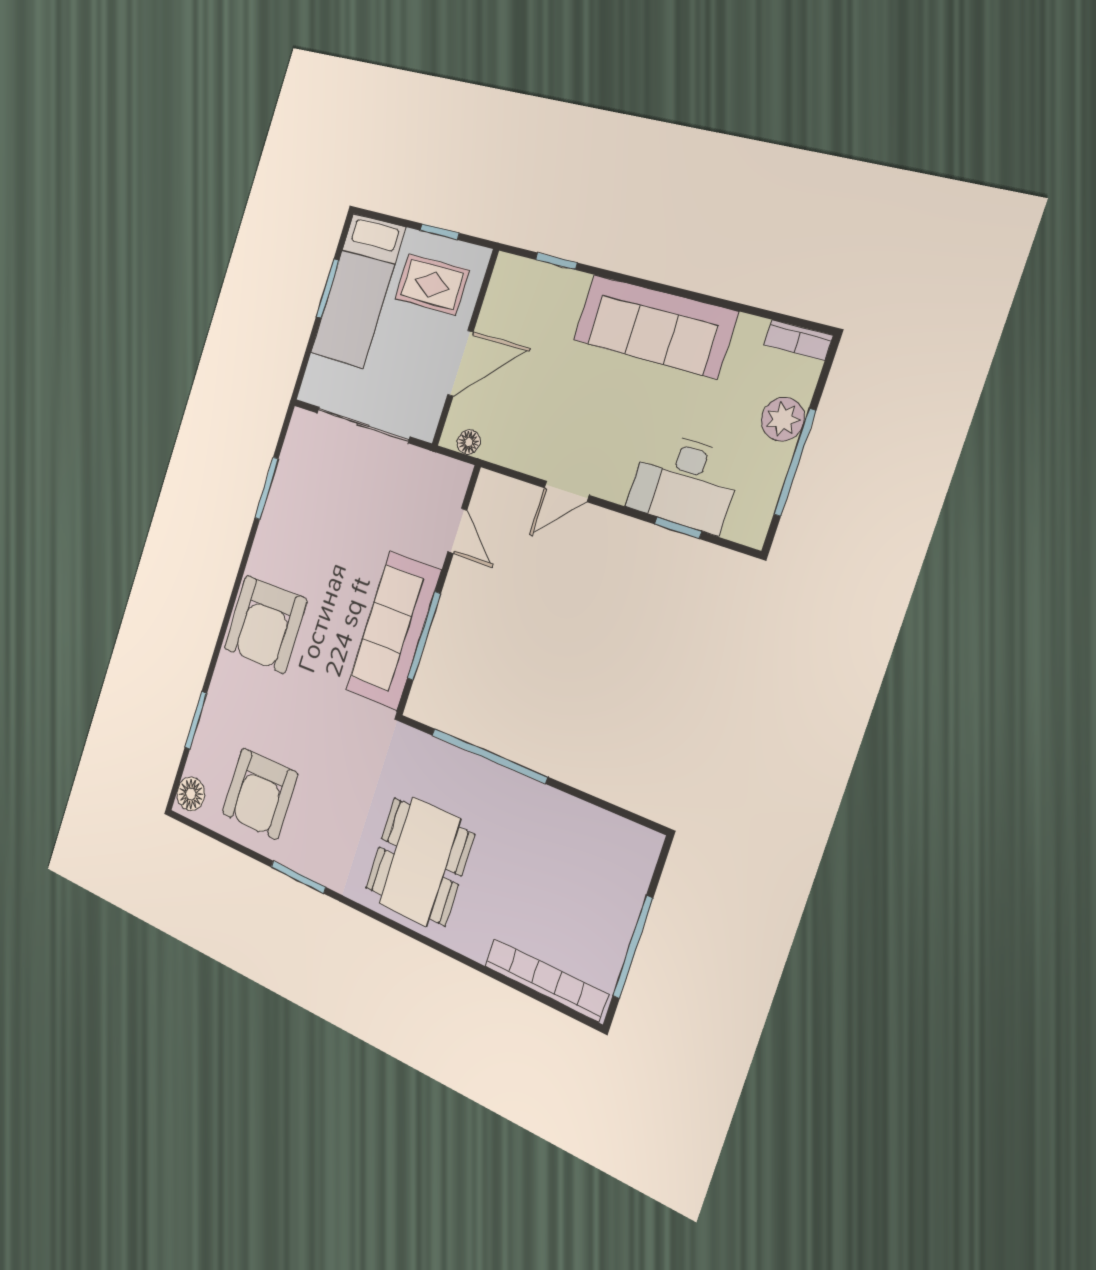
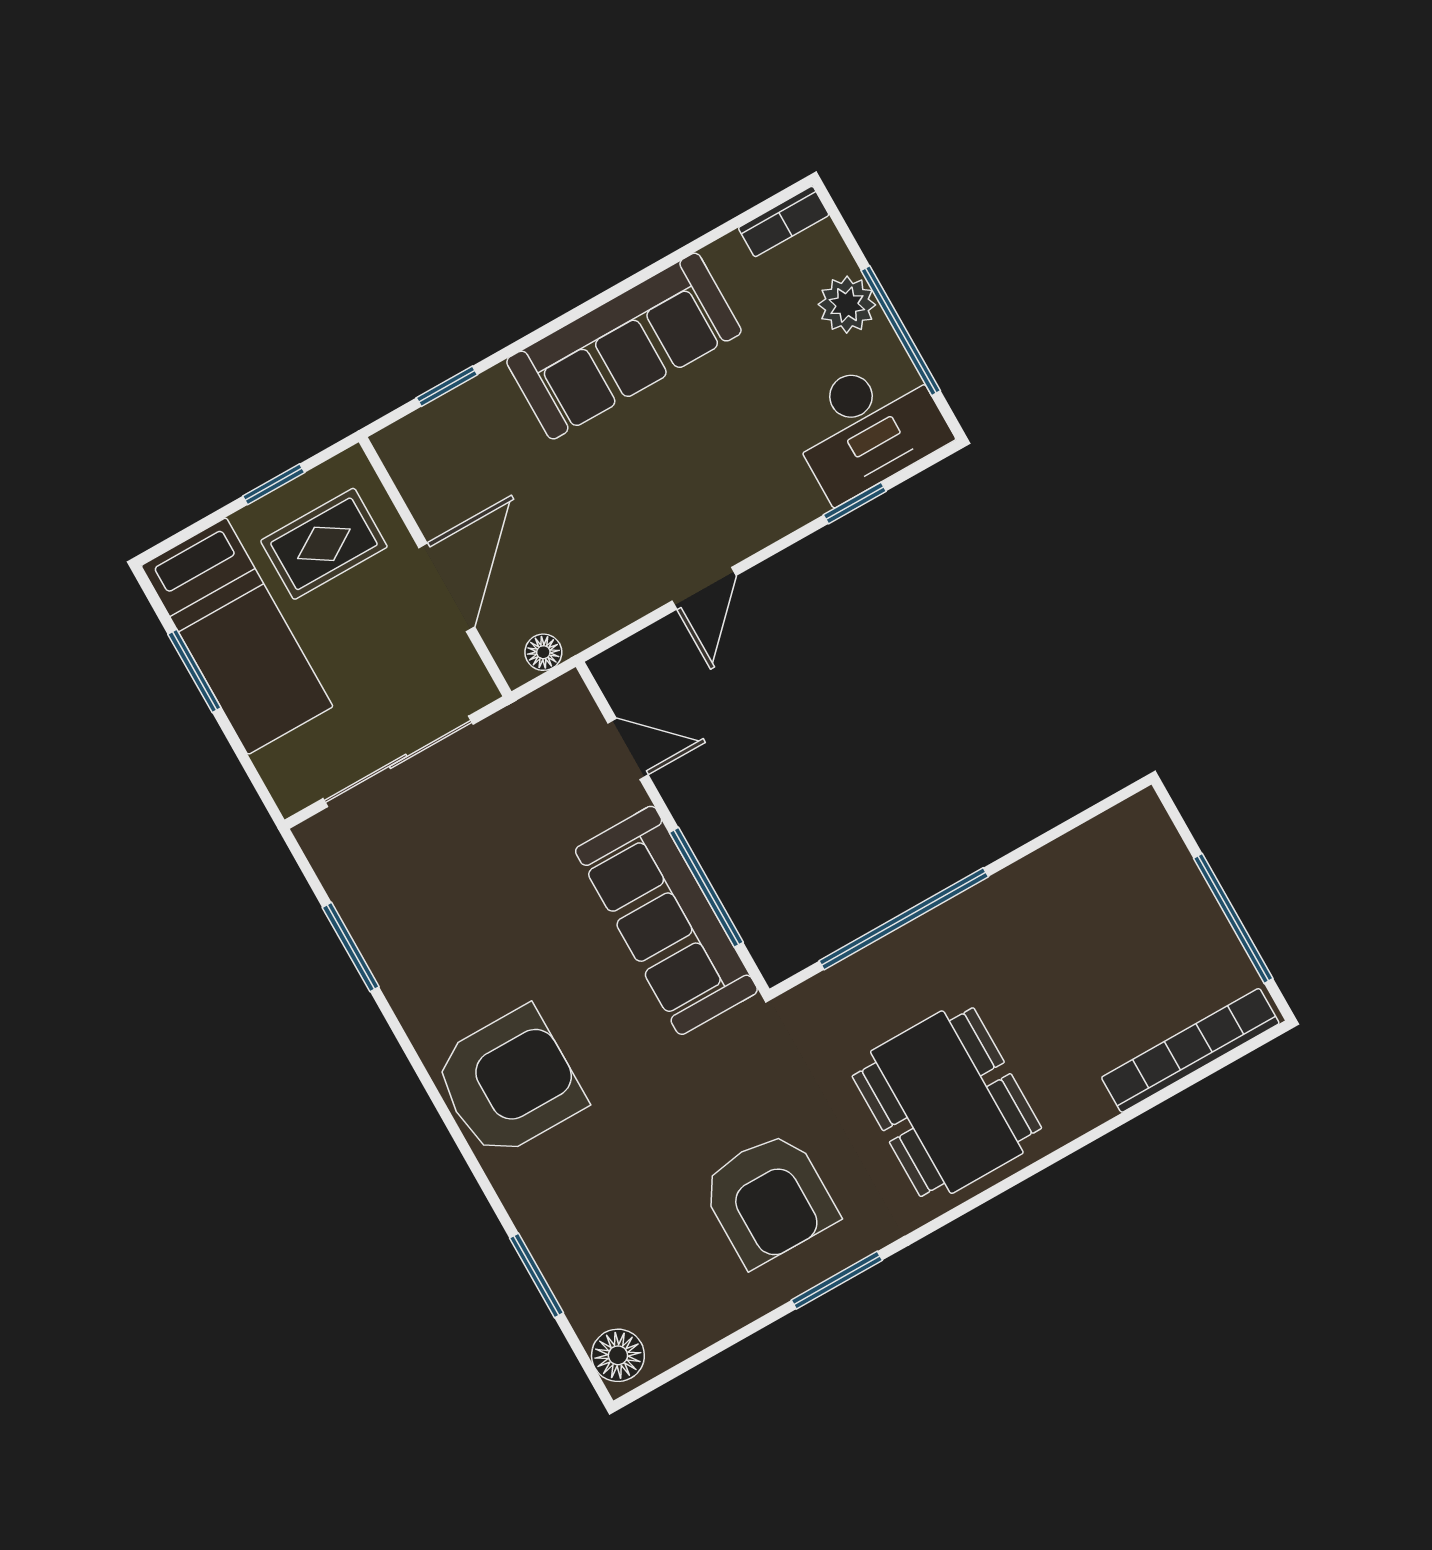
desk: (684, 482) -> (868, 426), moved
armchair: (265, 624) -> (509, 1082), turned -90
armchair: (260, 794) -> (769, 1199), moved

